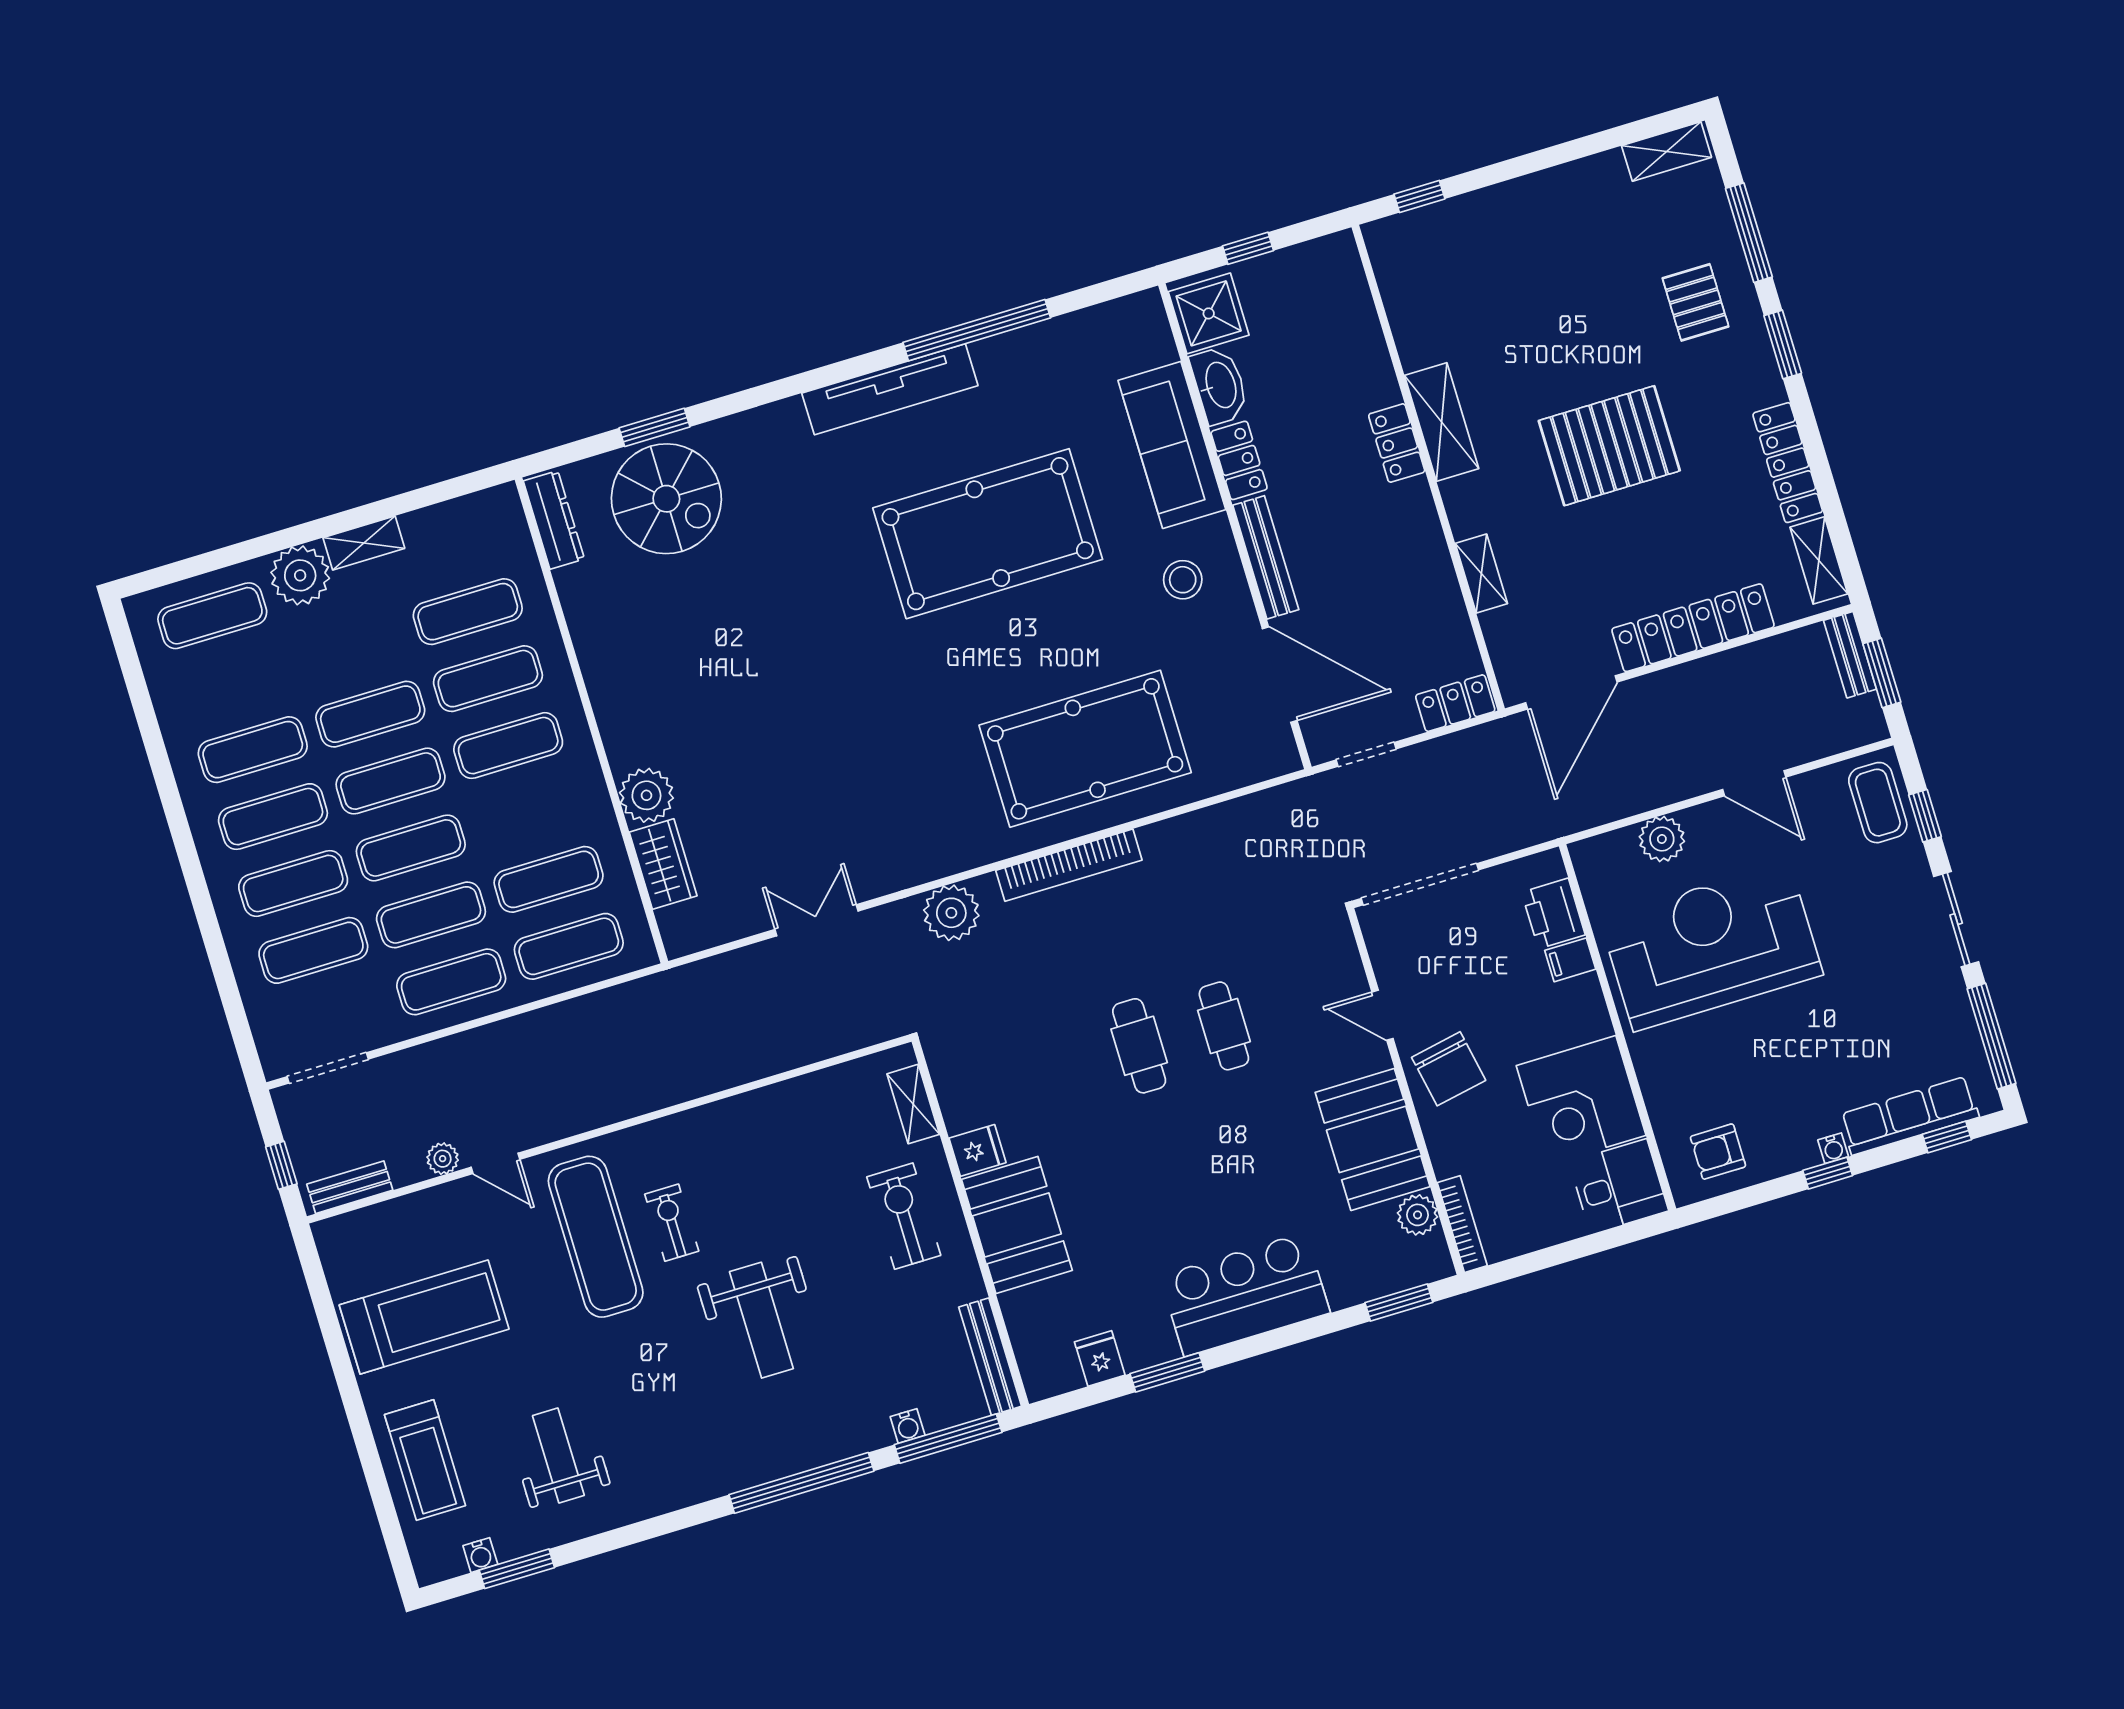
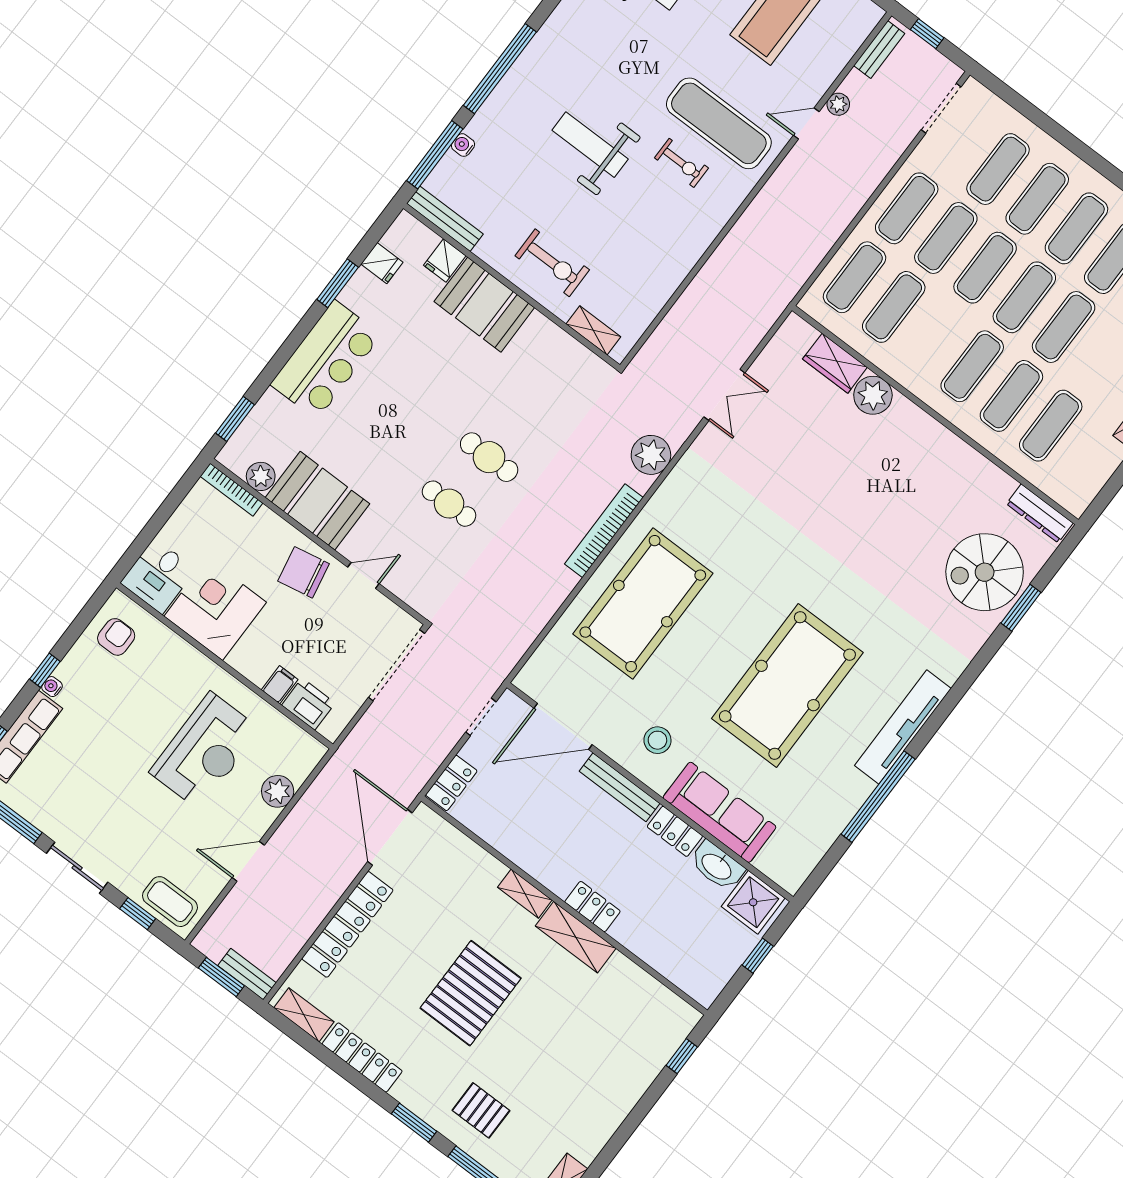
shelving: (1481, 574) -> (525, 894), moved
reception desk: (1711, 946) -> (205, 751), width x0.74, depth x0.77
fridge: (977, 1150) -> (445, 260), moved

